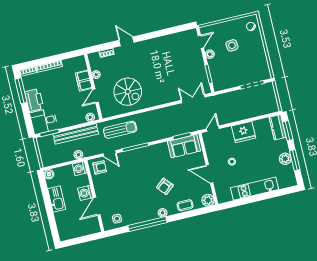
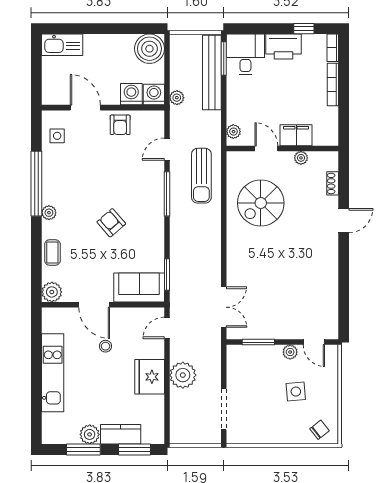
window: (21, 91) -> (304, 29), width x0.46
plant: (238, 113) -> (183, 375), added
kitchen counter: (278, 127) -> (121, 434), moved
door: (213, 129) -> (167, 328), swing flipped
bench: (76, 134) -> (212, 72), moved
sofa: (184, 146) -> (139, 288), moved, turned 90
armchair: (100, 167) -> (120, 125), moved
boiler: (49, 174) -> (149, 49), width x1.86, depth x1.86
door: (210, 174) -> (94, 305), swing flipped
armchair: (165, 186) -> (111, 223), moved
washing machine: (85, 193) -> (131, 94), moved
kitchen sink: (57, 199) -> (62, 45), moved

